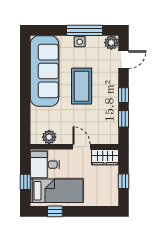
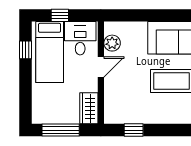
window: (124, 95) -> (161, 130), removed
door: (82, 147) -> (101, 67), moved
window: (124, 181) -> (61, 130), width x2.17

